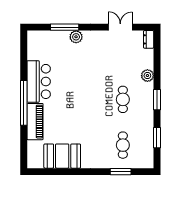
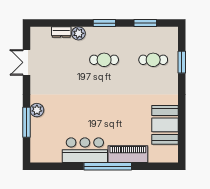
dresser: (149, 39) -> (61, 32), moved

